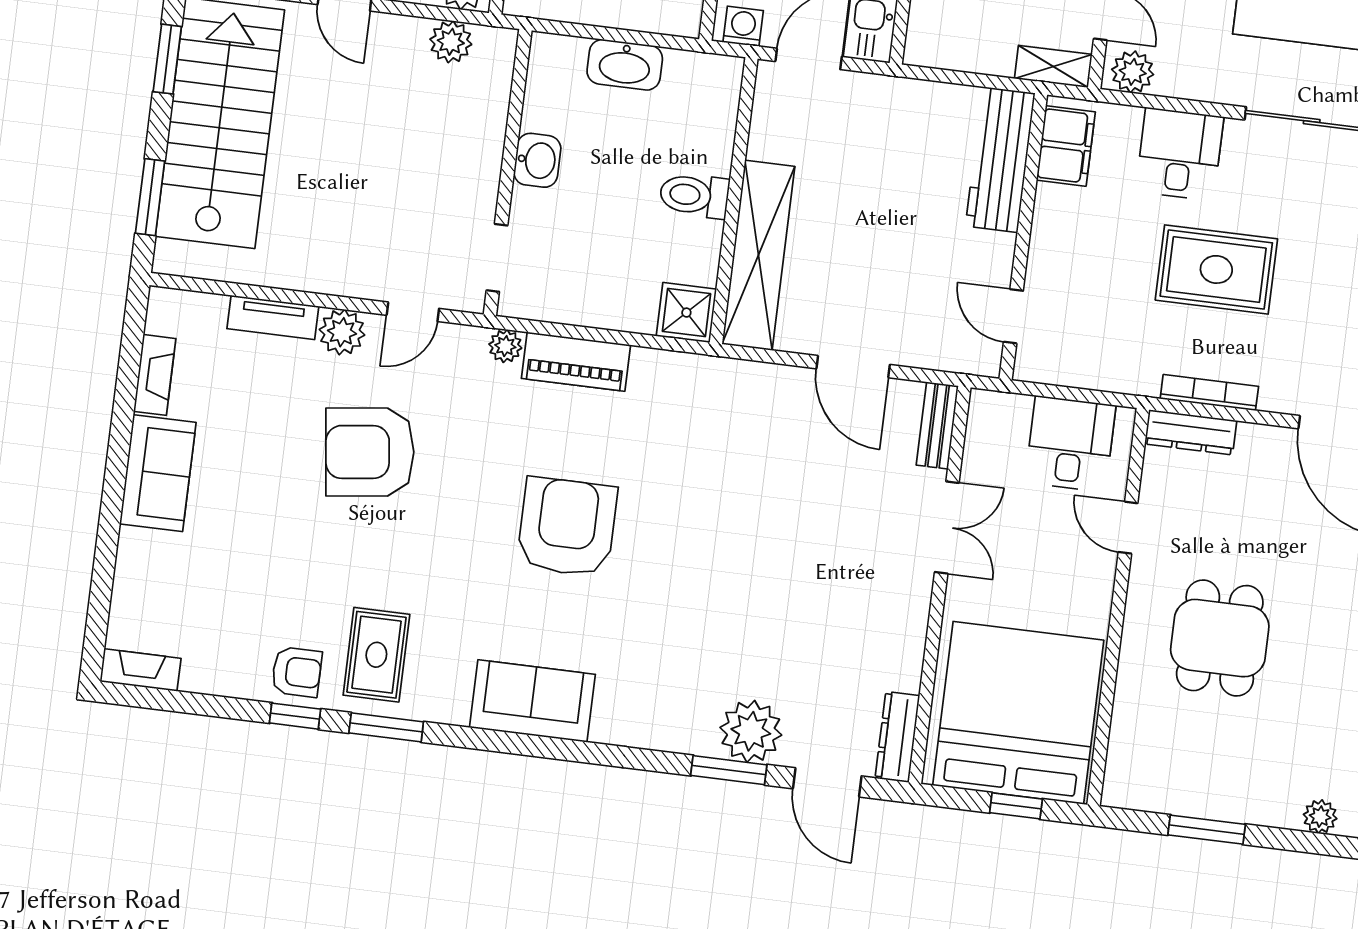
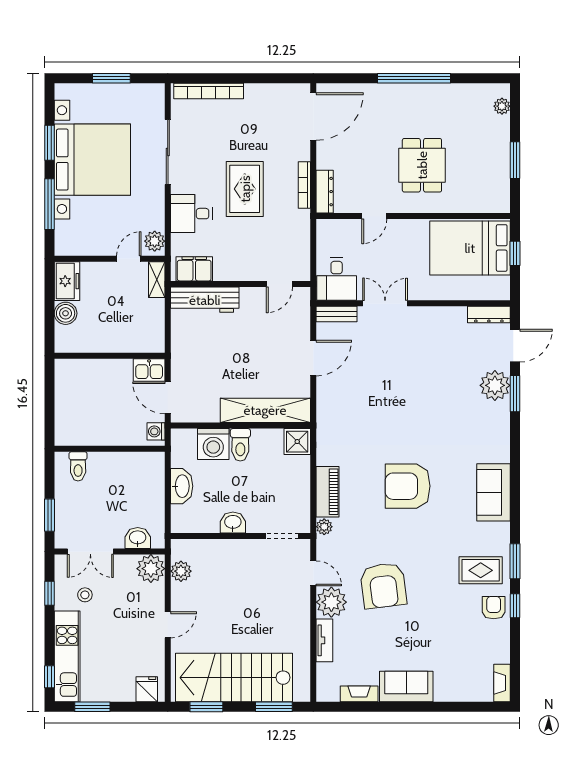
washing machine: (703, 140) -> (213, 444), added
plant: (342, 332) -> (331, 602), width x1.36, depth x1.36
desk: (1070, 444) -> (337, 279), moved, turned -90
dining table: (1220, 638) -> (422, 165), turned 90
bed: (1018, 713) -> (470, 248), width x0.73

